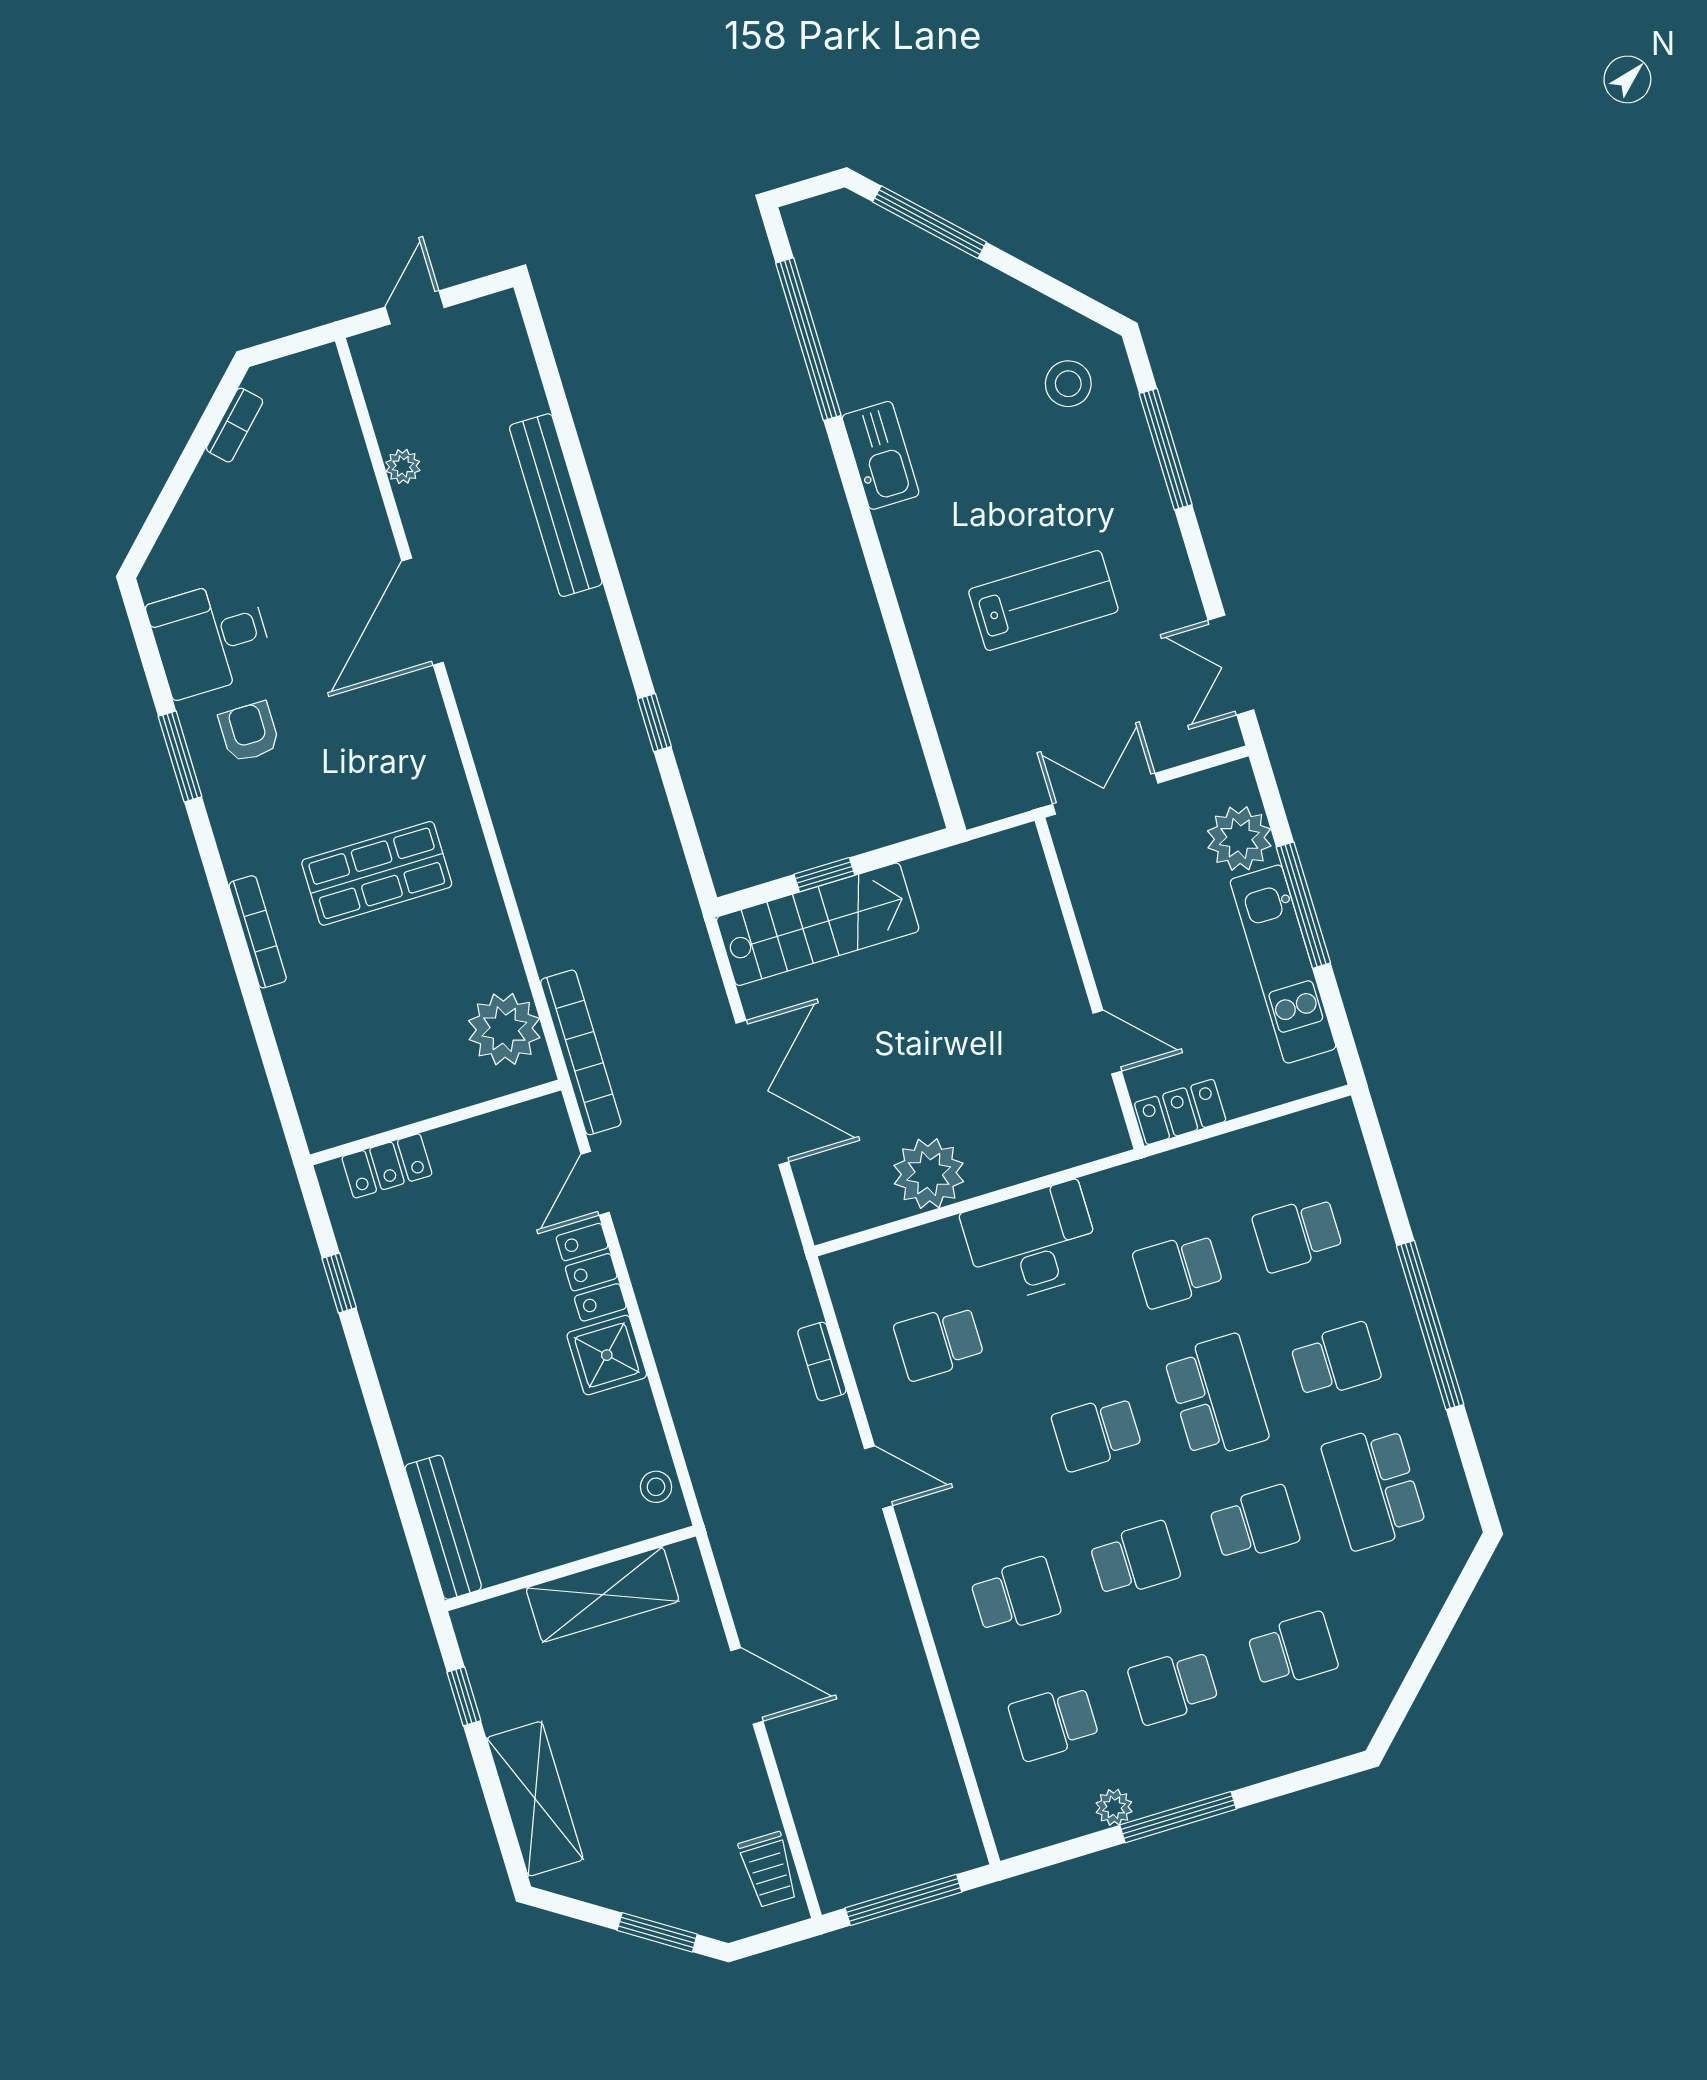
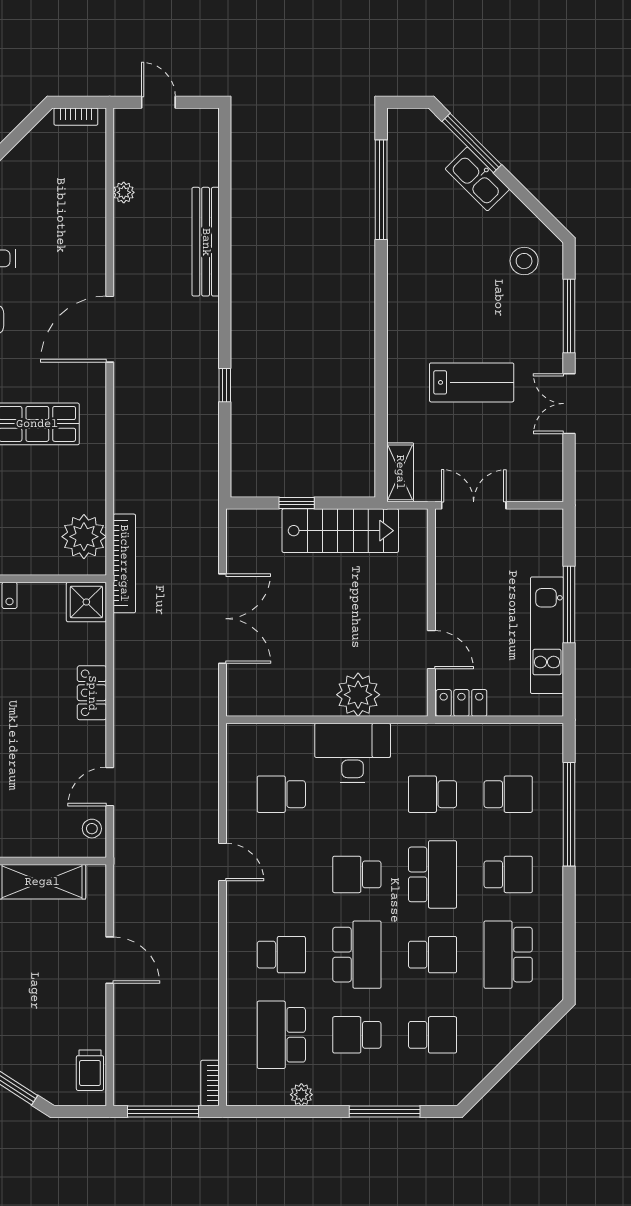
door: (415, 307) -> (158, 102), hinge flipped
bookcase: (235, 425) -> (76, 117), moved, turned 45
kitchen sink: (881, 455) -> (477, 179), moved, turned 135
door: (422, 612) -> (110, 329), moved
double door: (1231, 665) -> (569, 404), moved
shelving: (973, 777) -> (400, 472), added
plant: (1239, 838) -> (544, 555), removed
stairs: (818, 924) -> (340, 531), moved
plant: (929, 1174) -> (358, 695), moved
door: (595, 1183) -> (110, 787), moved
school desk: (1297, 1234) -> (508, 794), turned 180
window: (1430, 1325) -> (569, 814), moved
shower: (607, 1355) -> (86, 602), moved
bookcase: (822, 1361) -> (210, 1083), moved
school desk: (1135, 1560) -> (357, 955), width x1.85
school desk: (1054, 1722) -> (281, 1035), width x1.85
window: (1178, 1817) -> (385, 1112), moved

